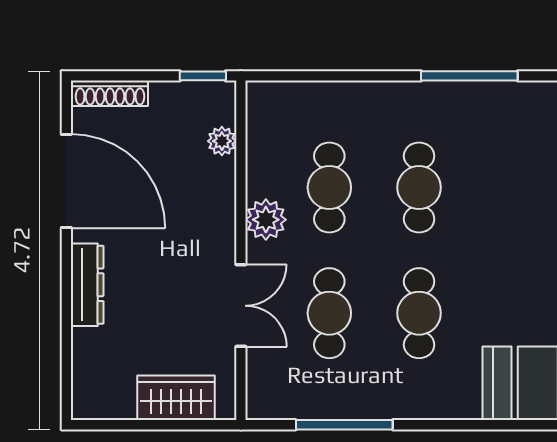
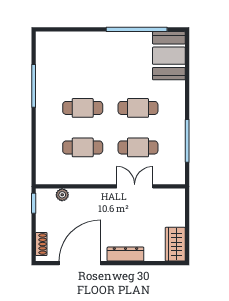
shoe rack: (110, 93) -> (41, 244), width x0.70
plant: (266, 220) -> (97, 175), removed
wardrobe: (176, 398) -> (175, 244), moved

